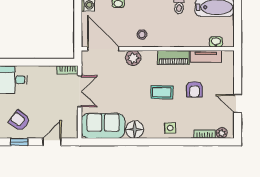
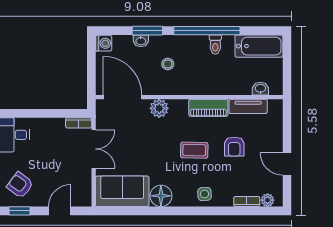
stool: (142, 35) -> (168, 64), moved

